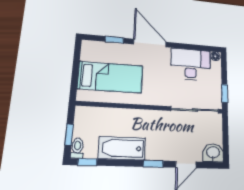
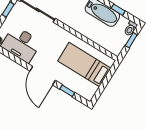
window: (87, 162) -> (118, 10), moved

